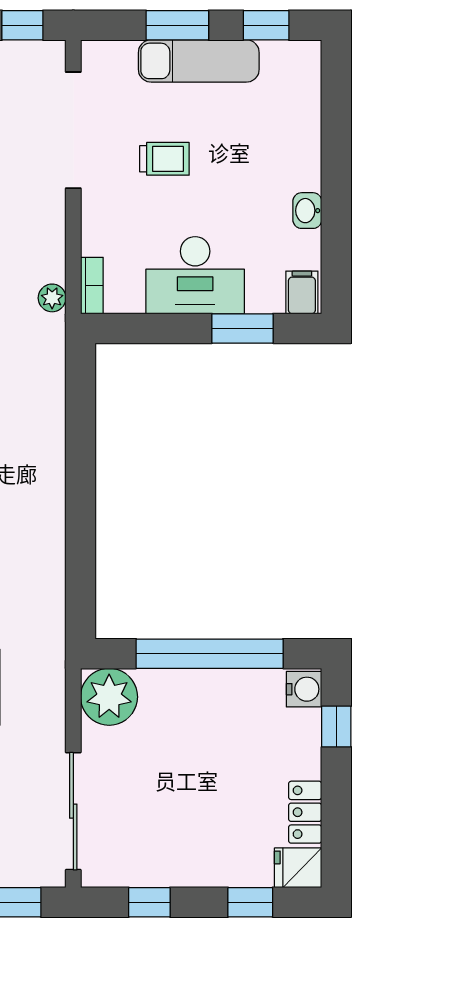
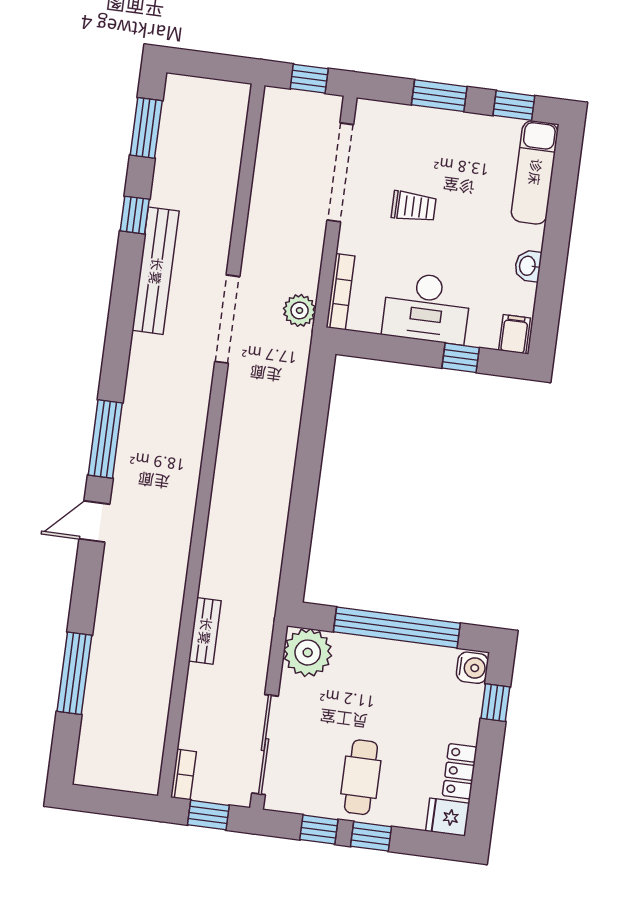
exam couch: (199, 61) -> (535, 172), moved, turned 90
bookcase: (92, 286) -> (340, 292), width x1.56
plant: (52, 298) -> (300, 310), width x1.38, depth x1.38
window: (243, 328) -> (461, 358), width x0.67
cafe table: (191, 834) -> (361, 777), added
window: (250, 902) -> (371, 836), moved

